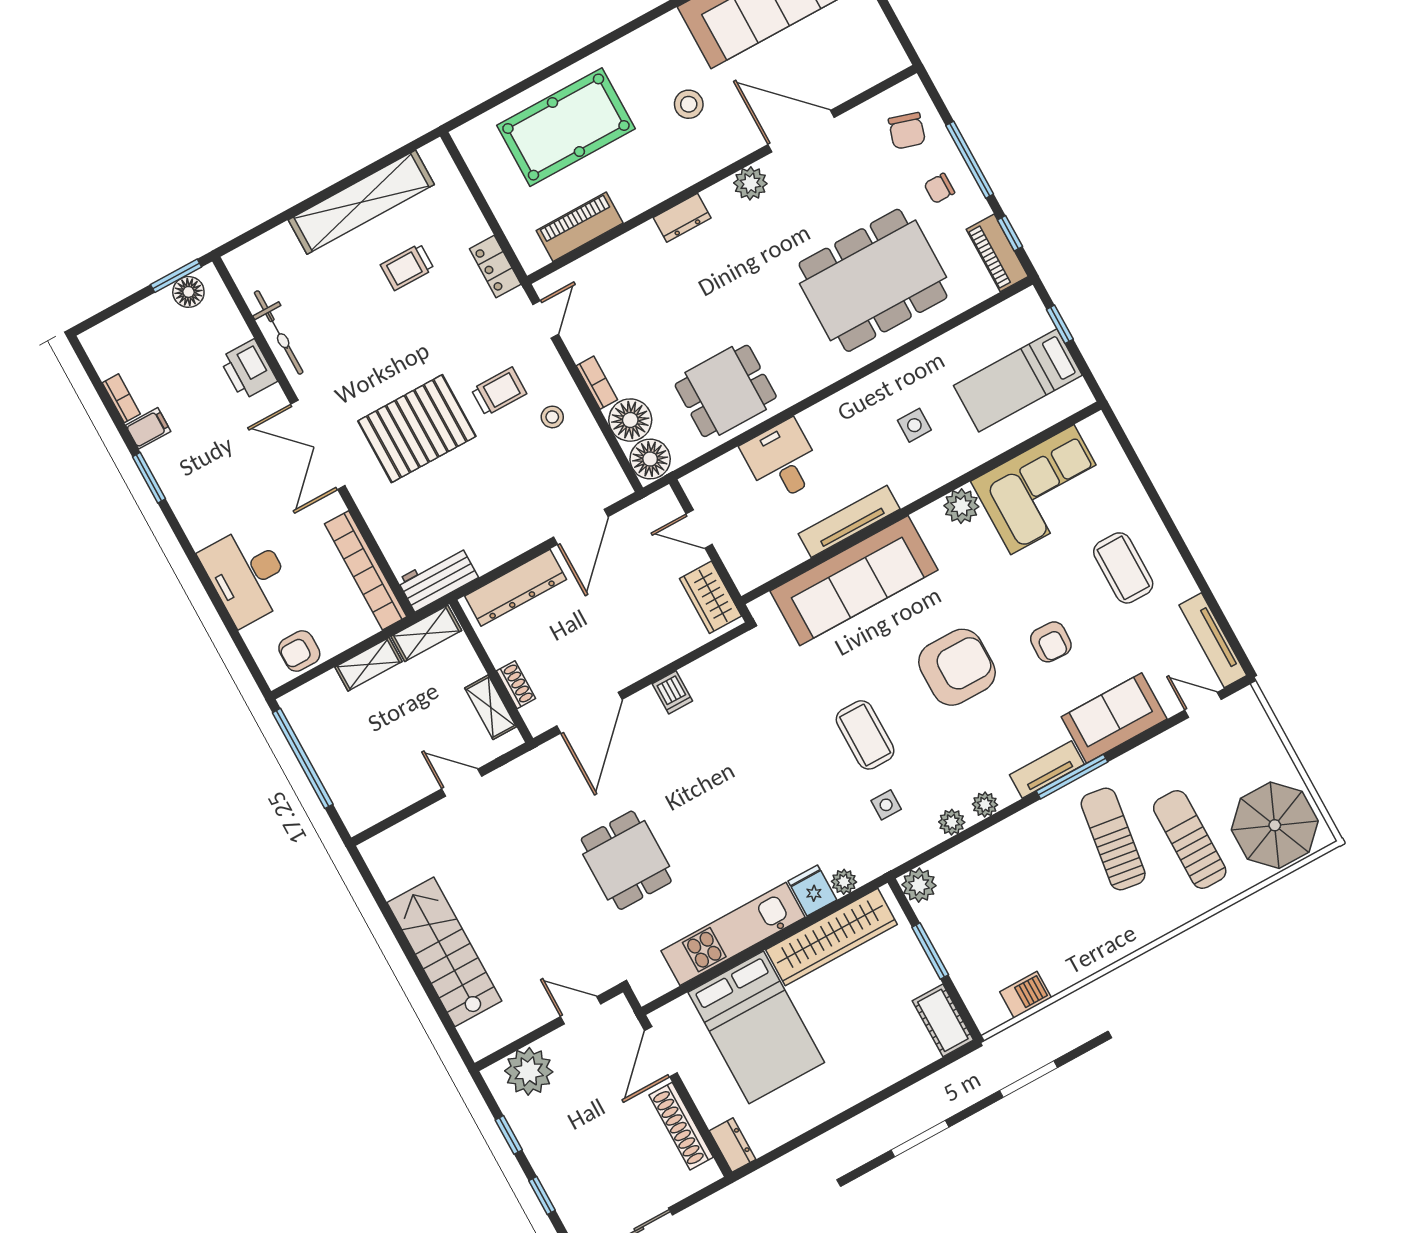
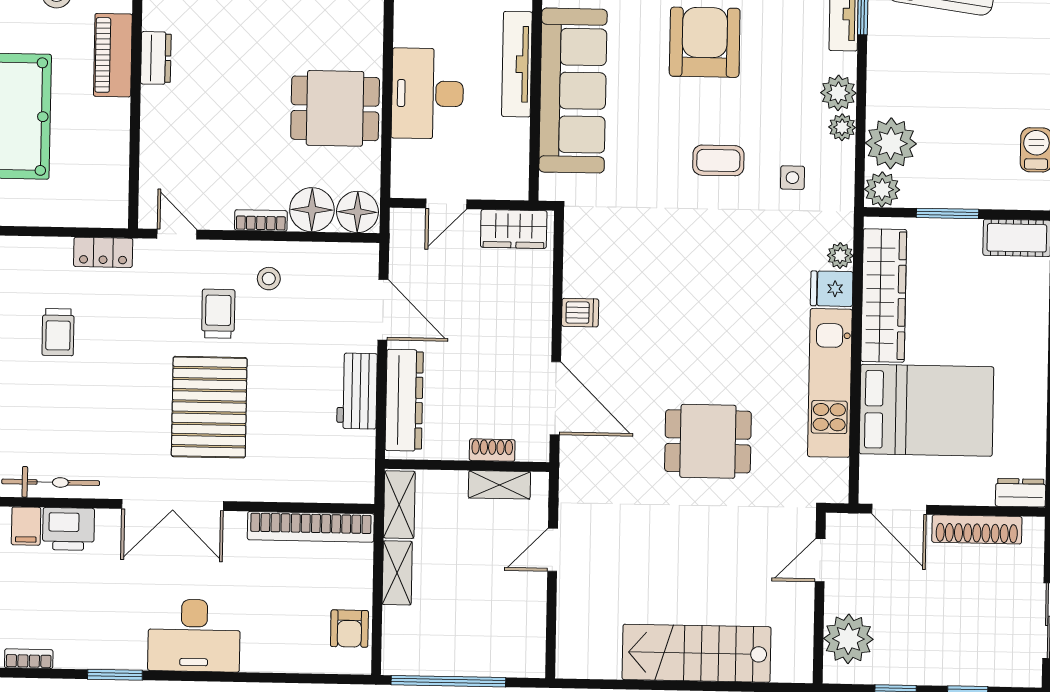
piano: (580, 227) -> (113, 55), moved
dining table: (726, 391) -> (335, 108), turned 90
filing cabinet: (148, 428) -> (26, 526), moved, turned 180
desk: (782, 461) -> (427, 94), width x1.37
desk: (247, 575) -> (194, 636), moved
workbench: (438, 579) -> (357, 391), moved
coffee table: (865, 735) -> (718, 160), width x0.73, depth x0.77
plant: (985, 805) -> (838, 93), width x1.38, depth x1.38
plant: (961, 870) -> (891, 143), added

